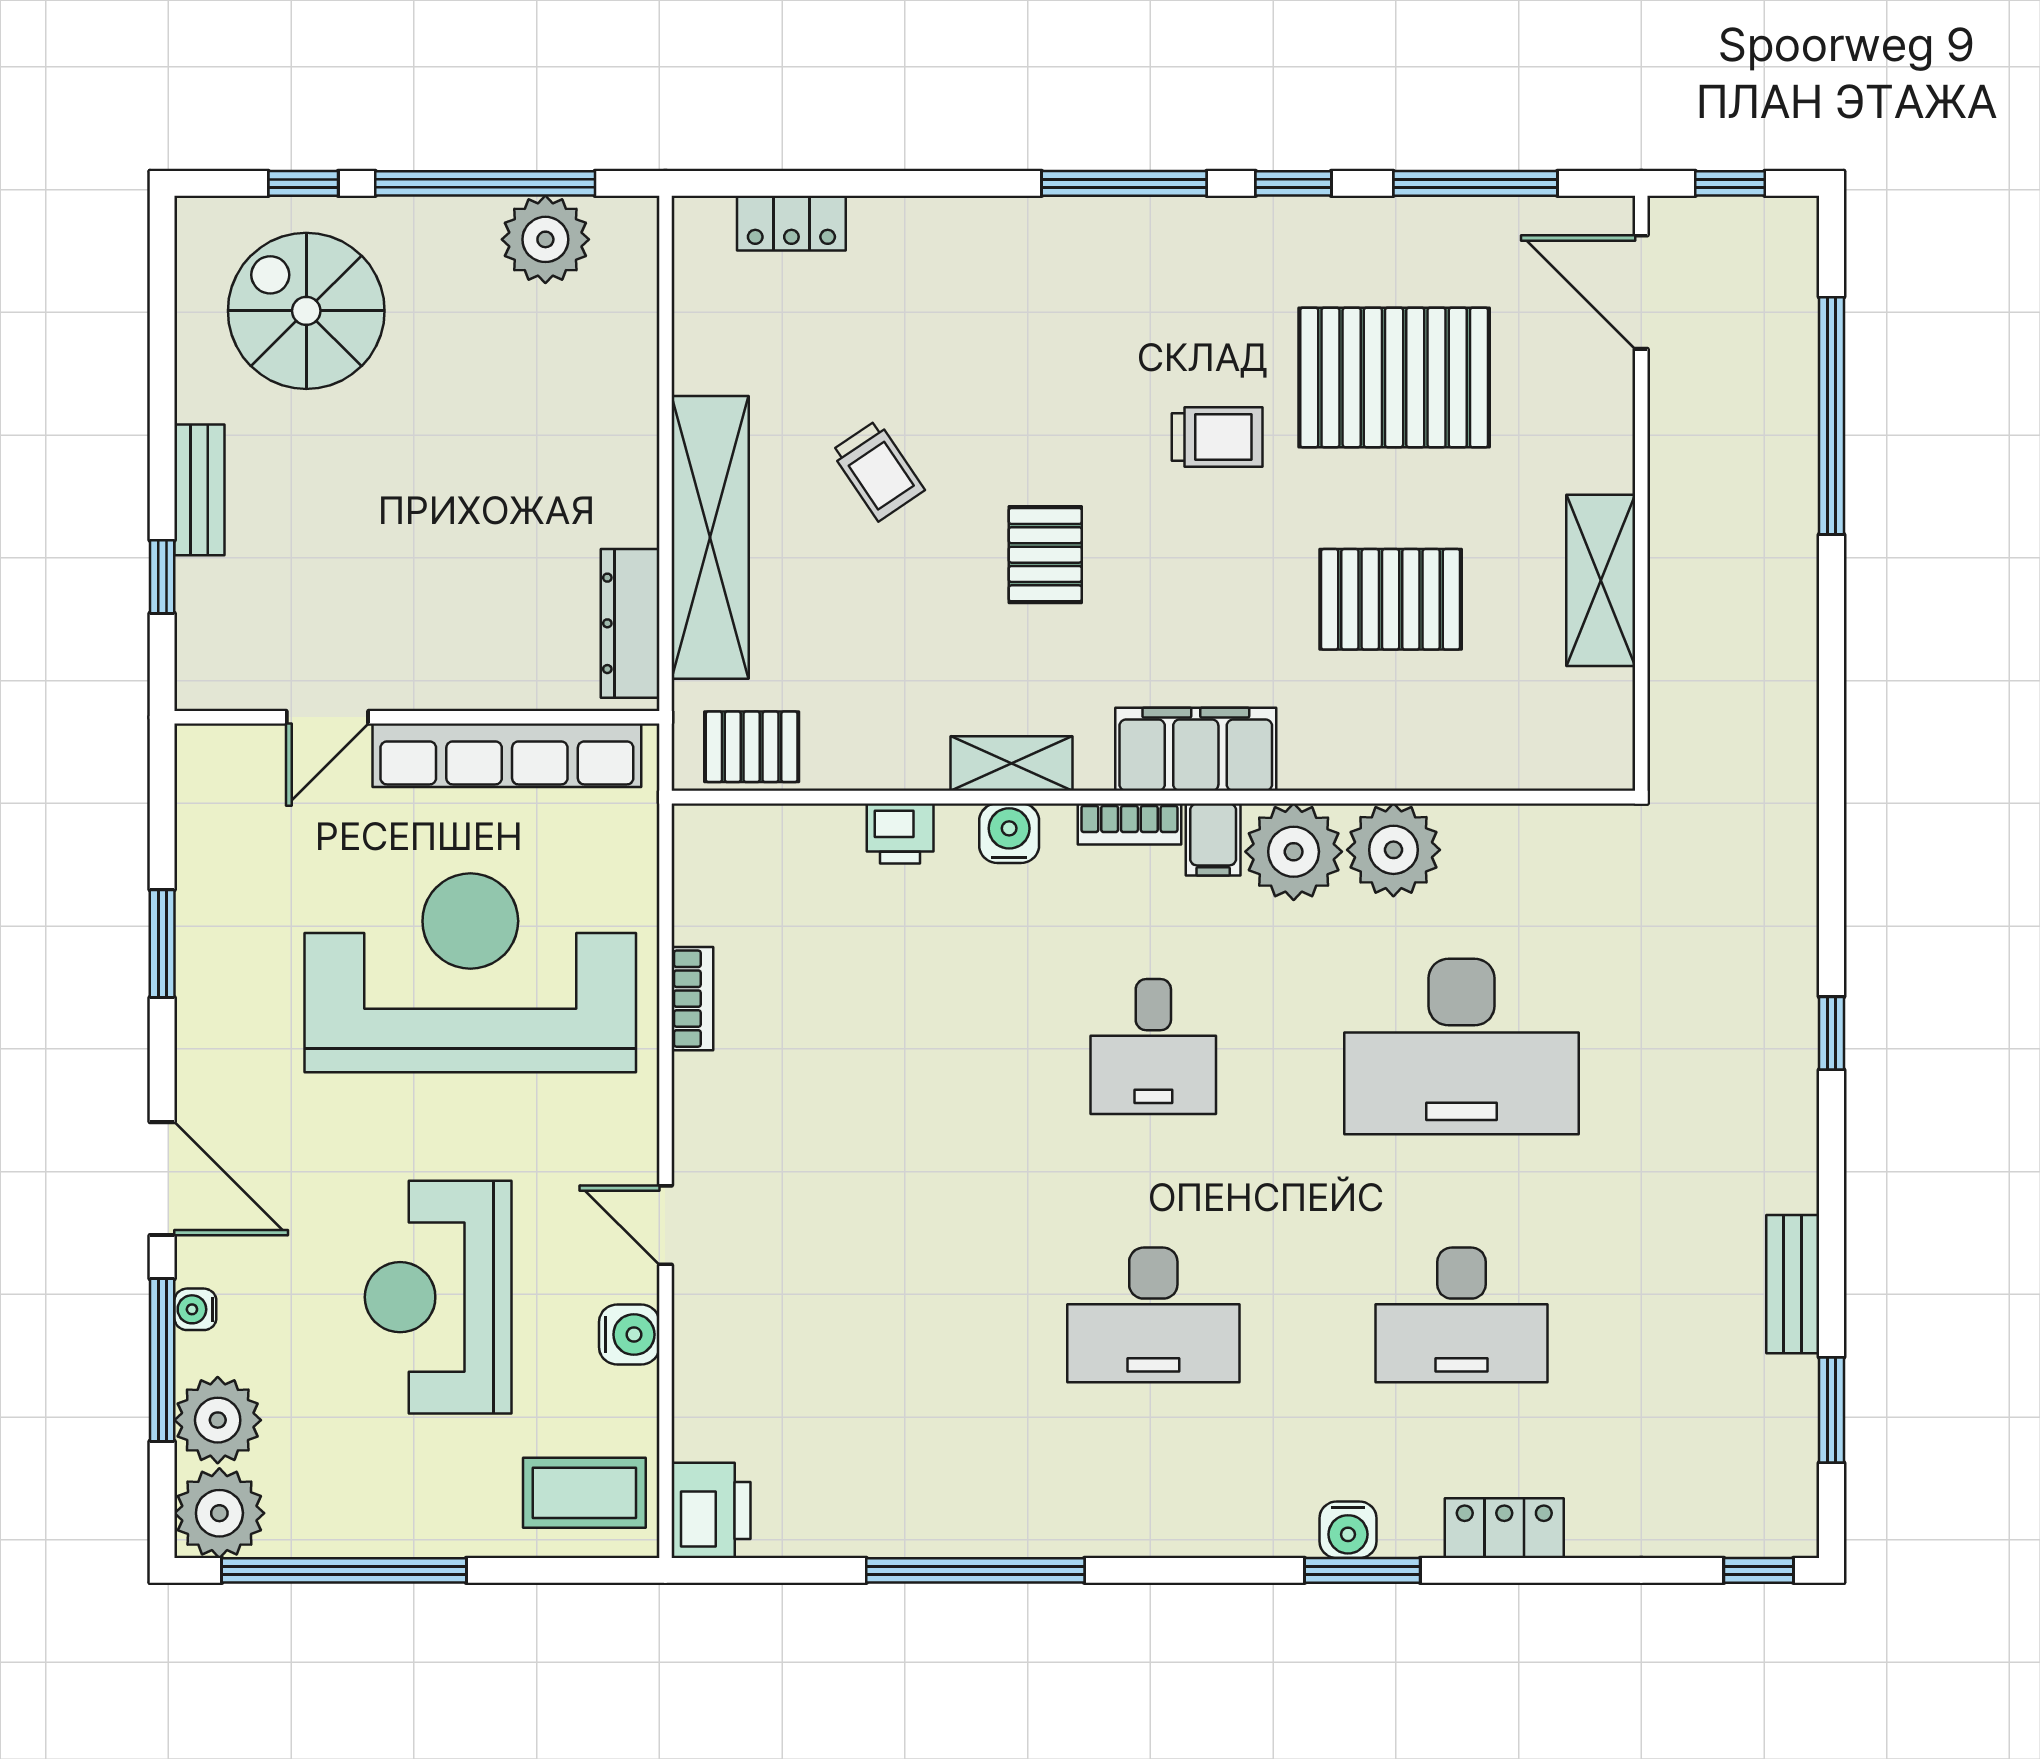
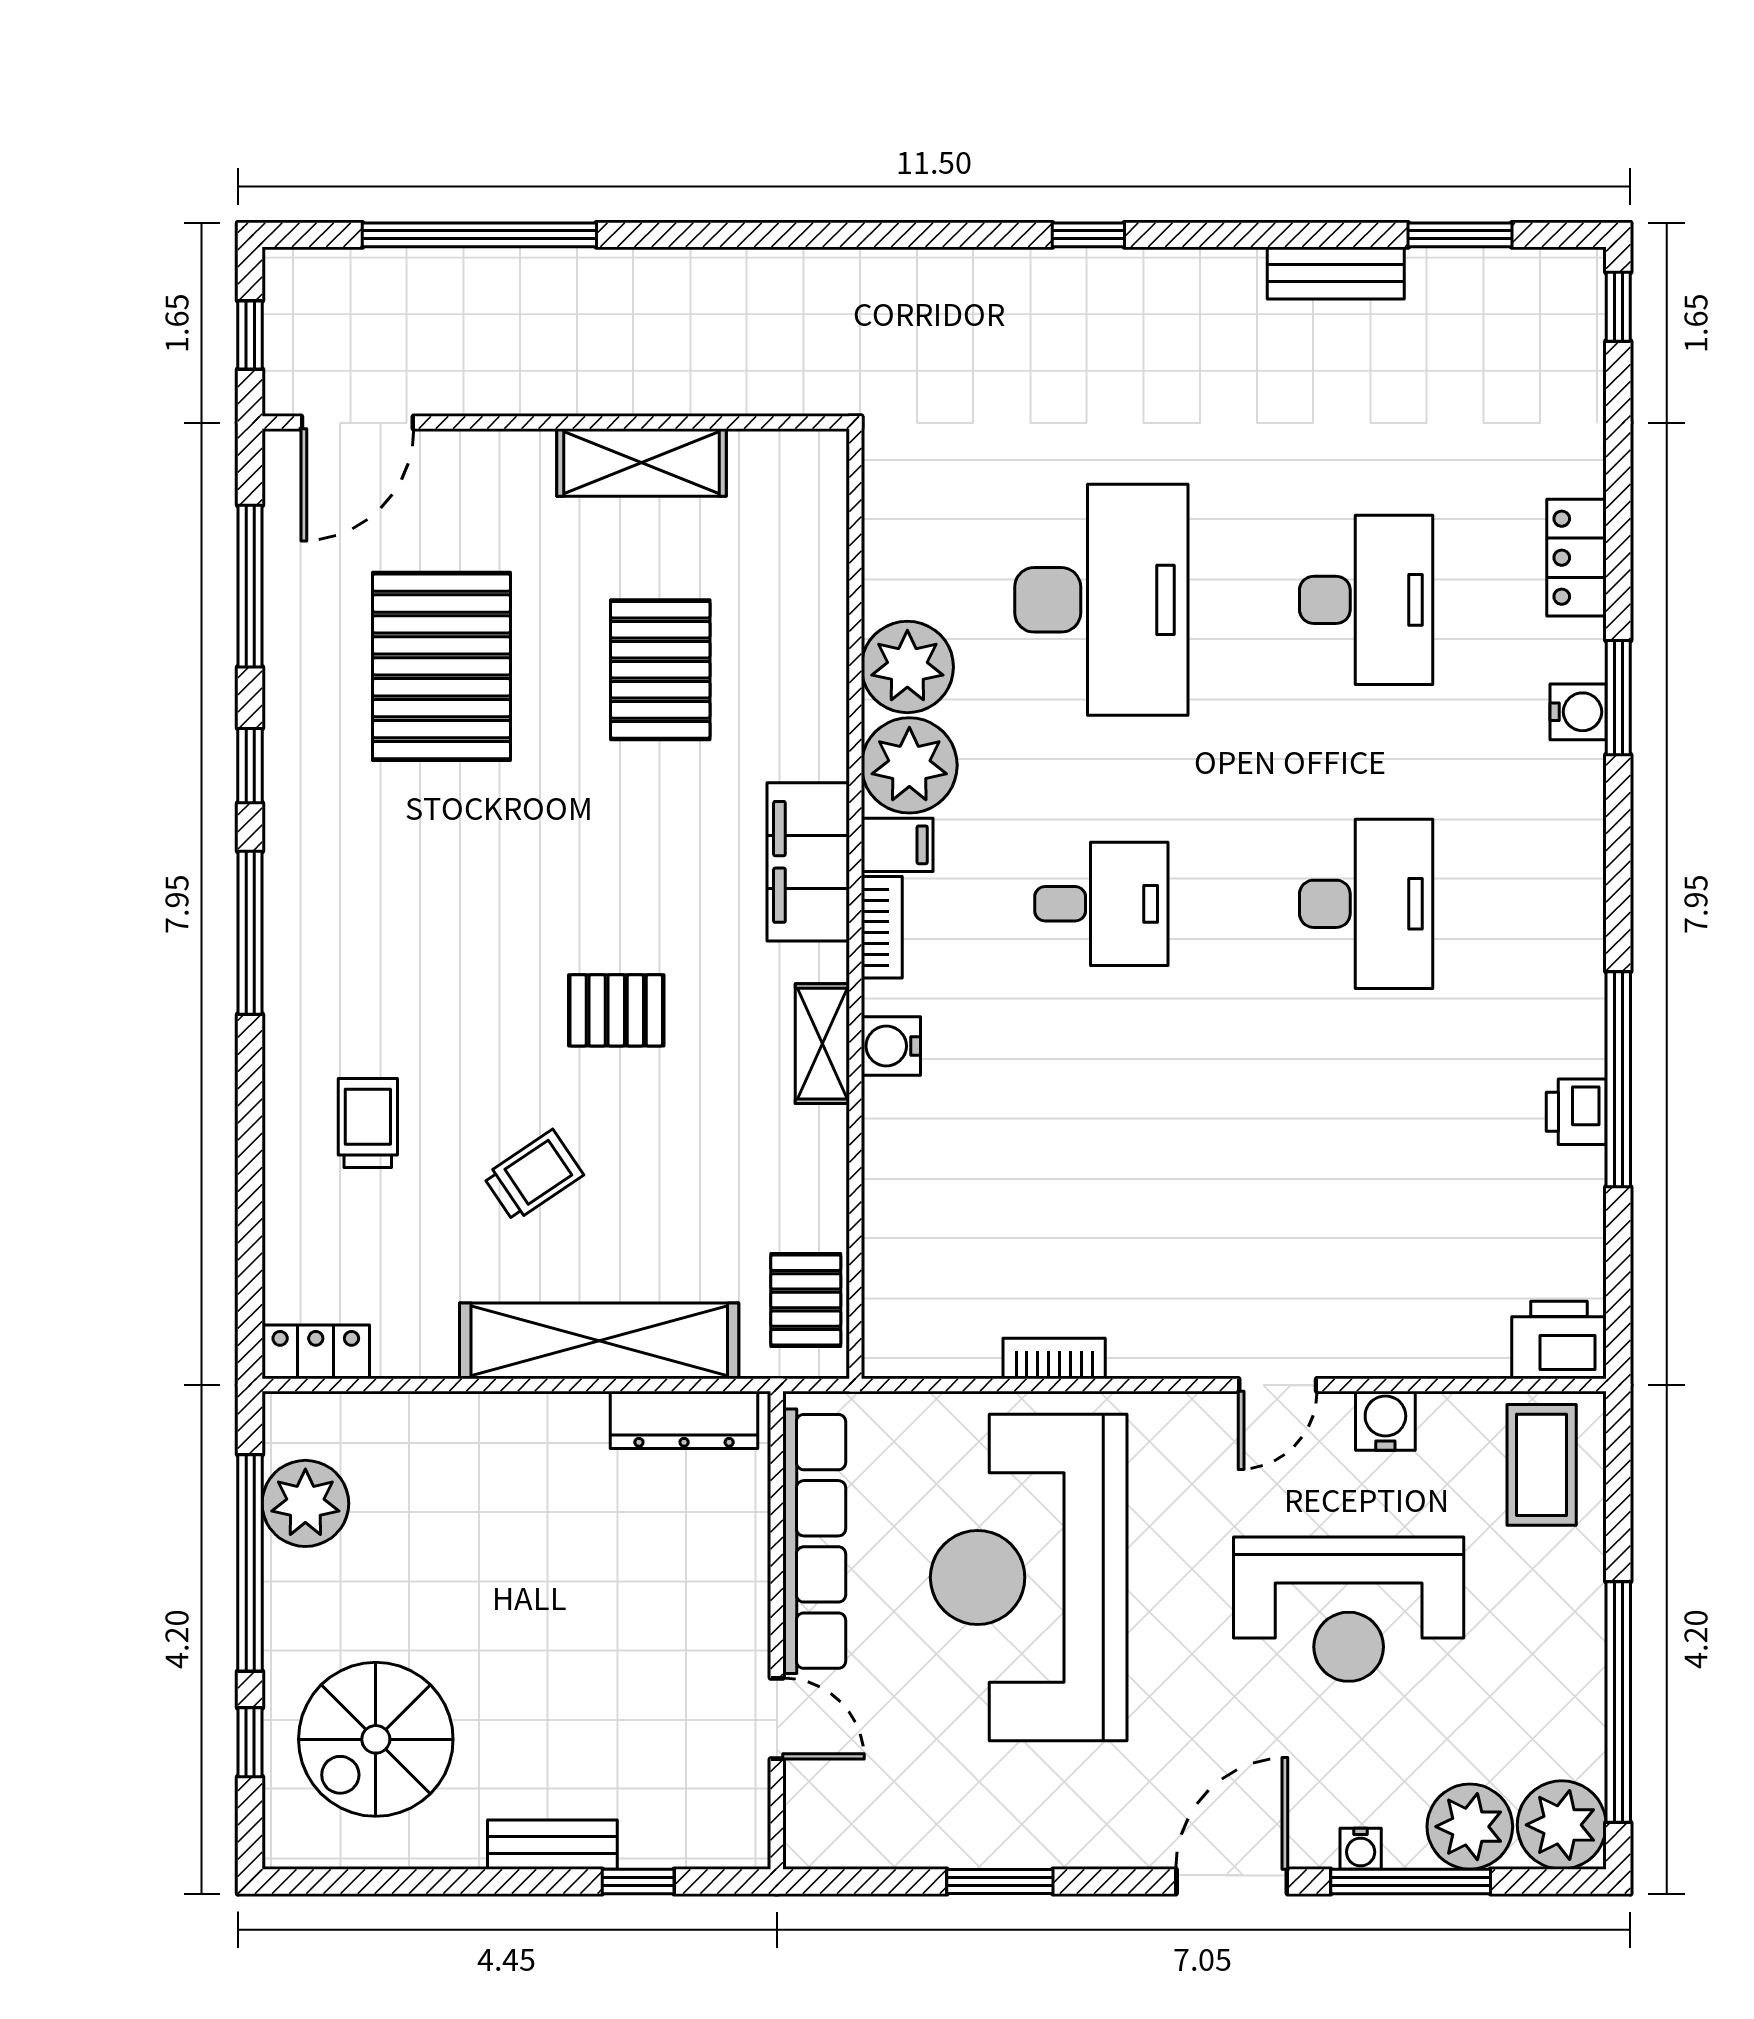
locker: (791, 223) -> (316, 1352), moved, turned -90
trolley: (1217, 437) -> (368, 1123), moved
printer: (900, 833) -> (1576, 1112), moved, turned 180

